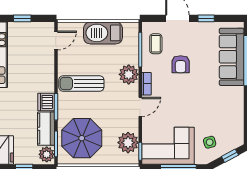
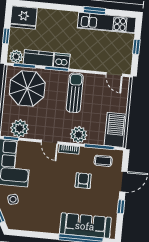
barbecue: (103, 33) -> (116, 130), moved
armchair: (181, 64) -> (83, 181), turned 90

